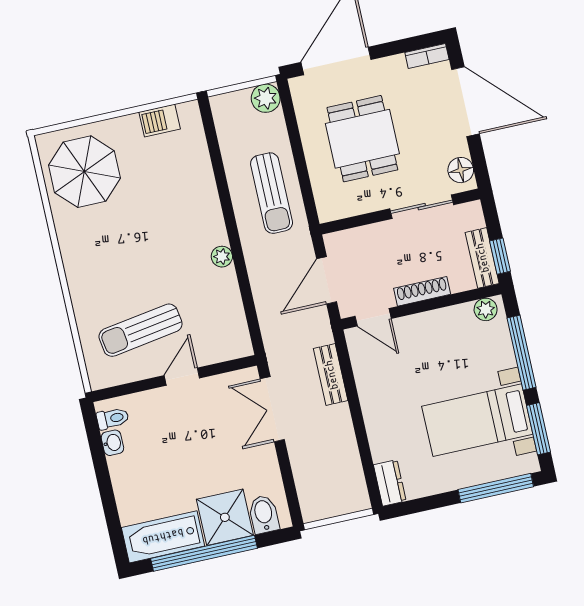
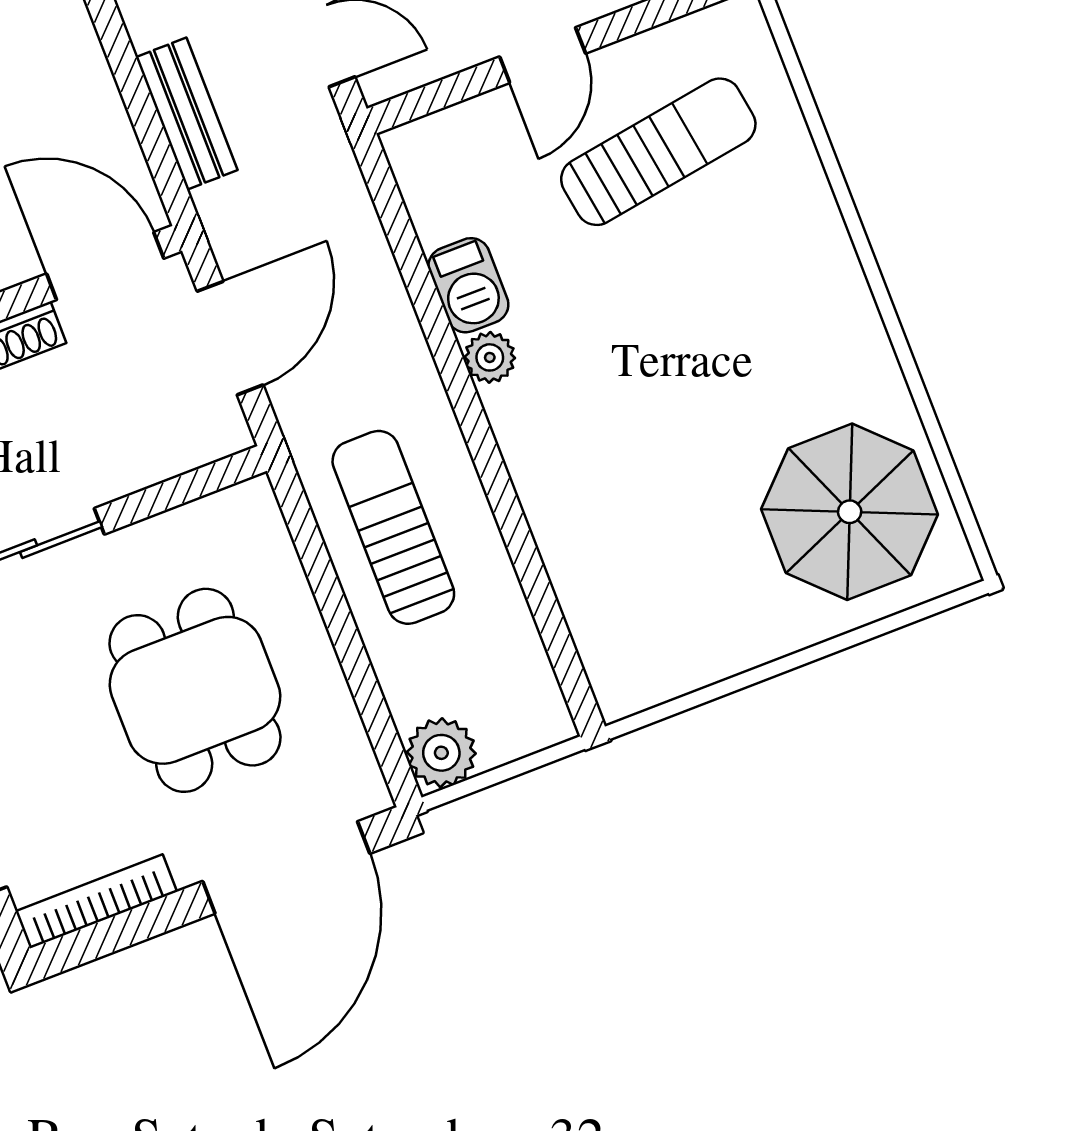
bookcase: (427, 56) -> (96, 901), width x1.56
barbecue: (160, 121) -> (468, 285), moved, turned 90
door: (373, 317) -> (105, 266), width x1.38

